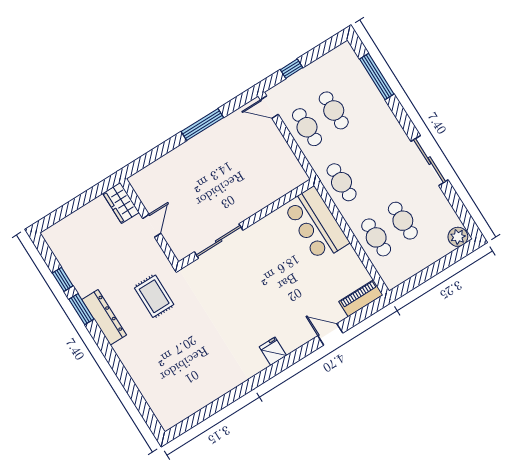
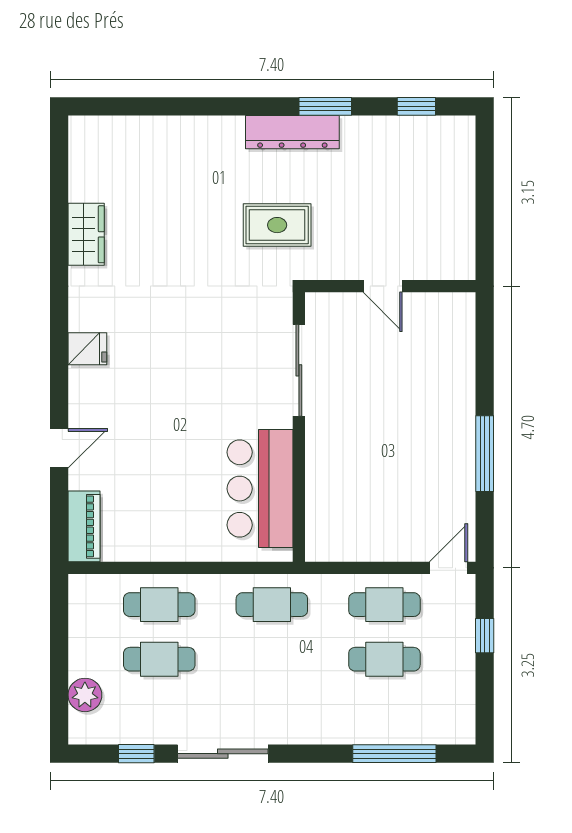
wardrobe: (121, 203) -> (86, 234), moved, turned 90
window: (456, 203) -> (136, 754), added
bar counter: (316, 224) -> (260, 489), moved, turned -90
plant: (458, 237) -> (85, 695), moved
window: (63, 279) -> (416, 106), moved

